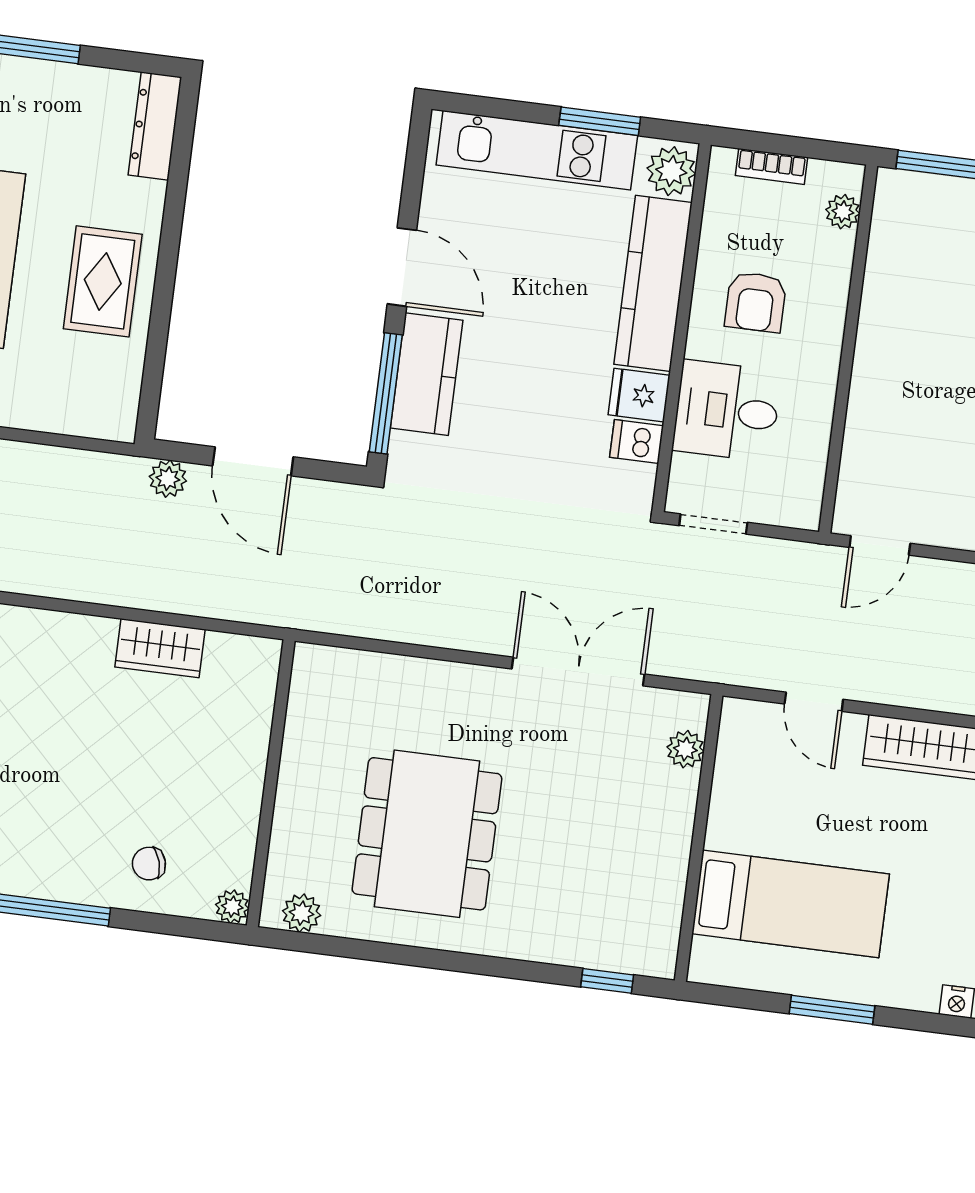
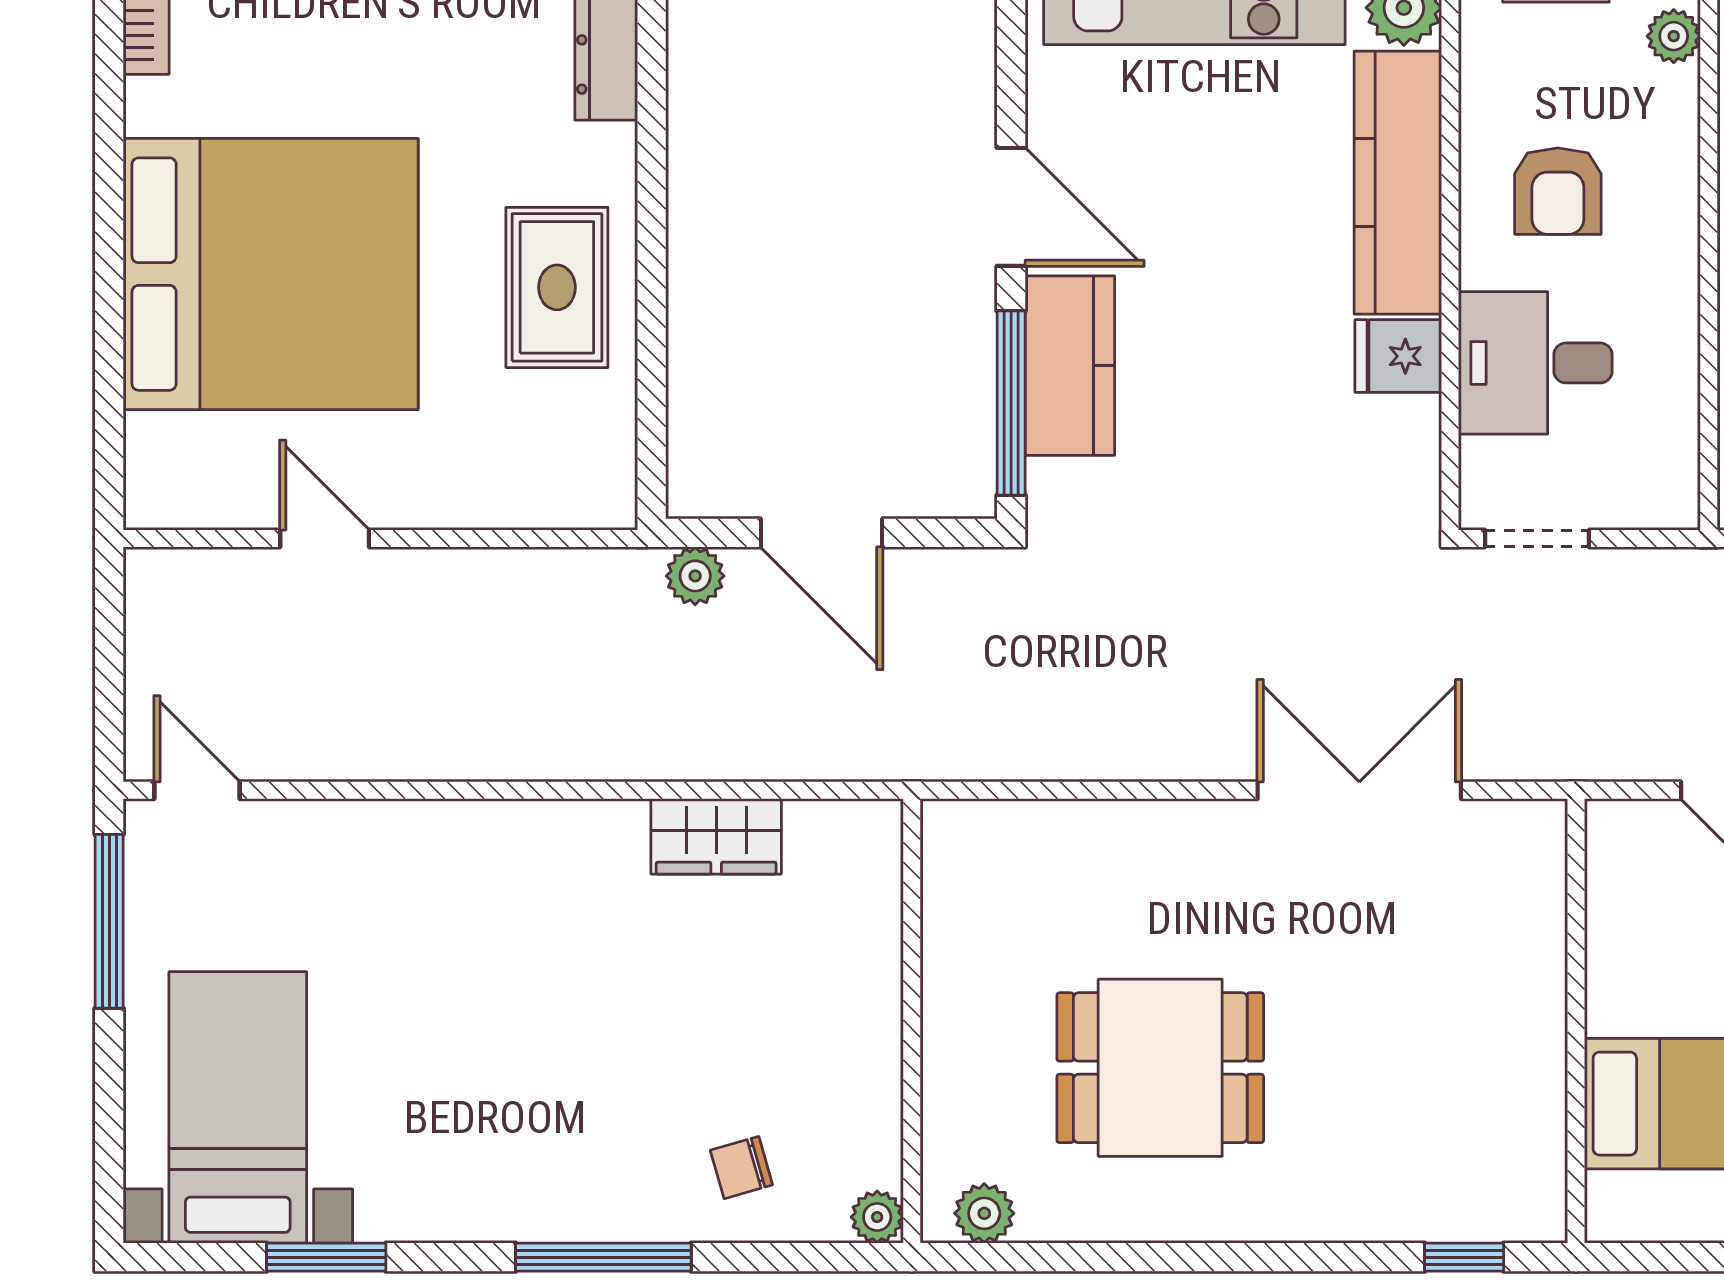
dishwasher: (637, 442) -> (1404, 428), removed
plant: (685, 749) -> (1539, 888), removed
dining table: (427, 834) -> (1160, 1068), width x0.73

